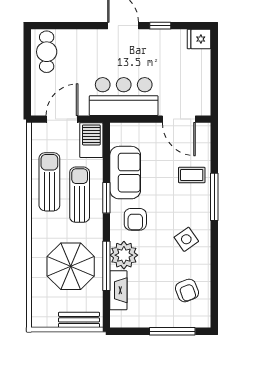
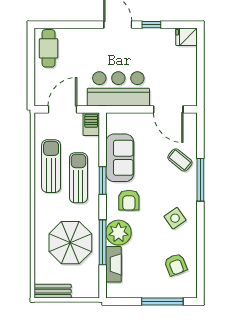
barbecue: (91, 140) -> (91, 124), width x0.73, depth x0.79
coffee table: (192, 175) -> (180, 160), turned 39
bench: (79, 320) -> (53, 291), moved

